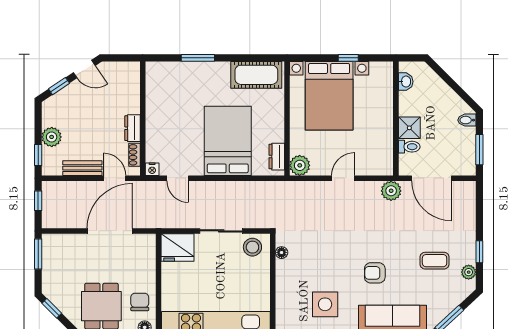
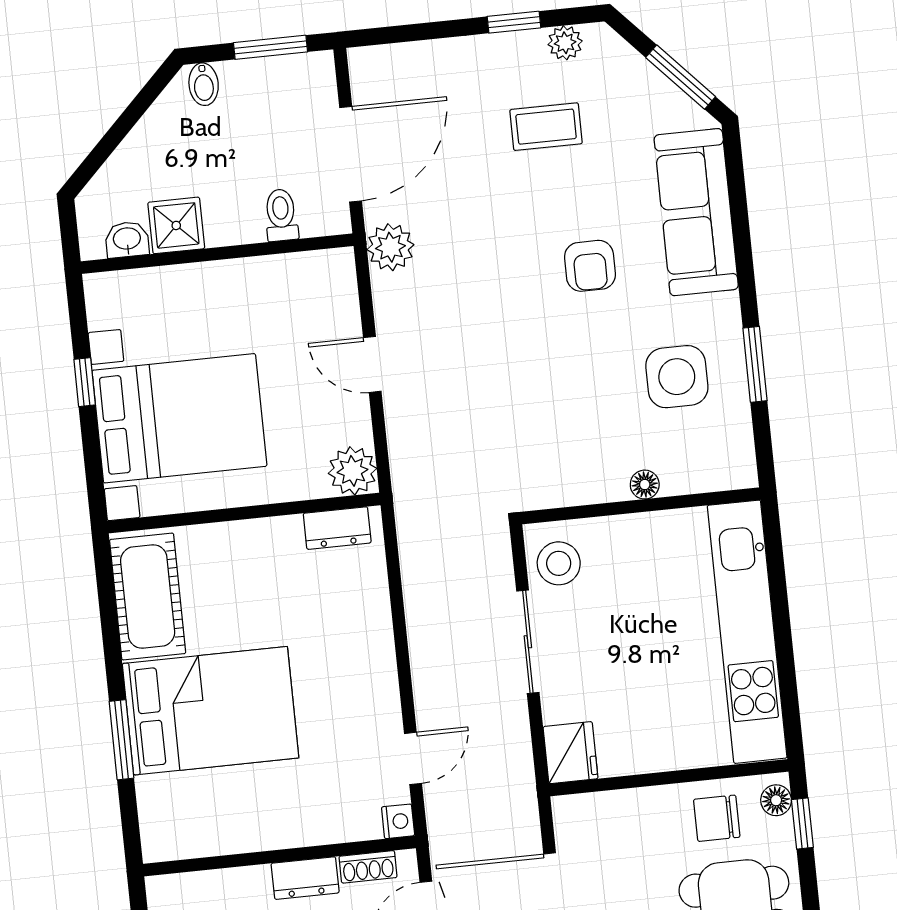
shower: (409, 128) -> (176, 225), moved
bed: (228, 141) -> (211, 711), moved, turned 180
fridge: (178, 247) -> (571, 753), width x0.73, depth x0.75
floor lamp: (282, 253) -> (645, 485), moved
coffee table: (435, 261) -> (546, 127), turned 90

